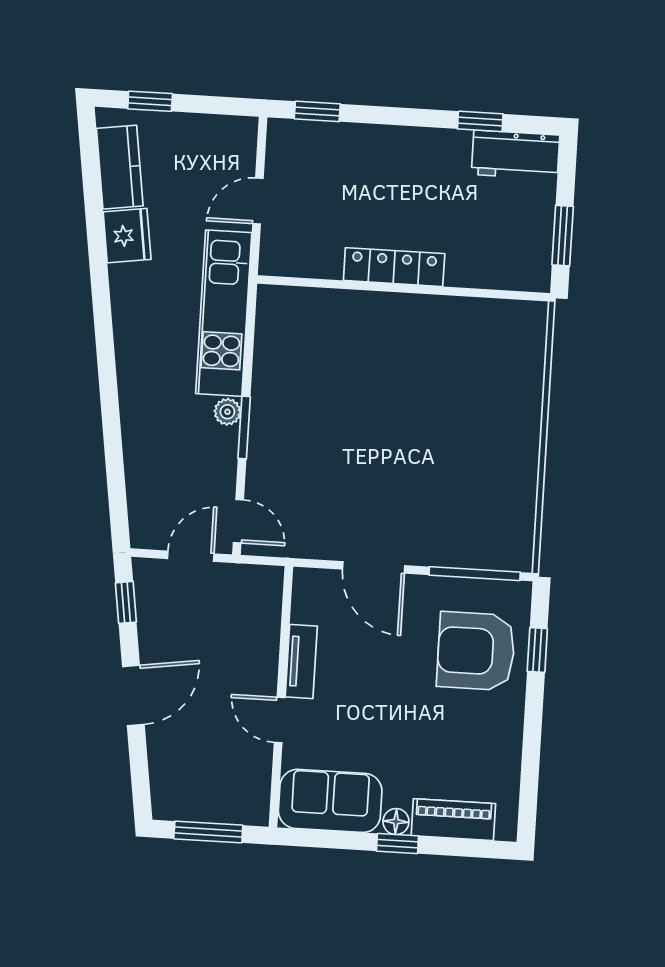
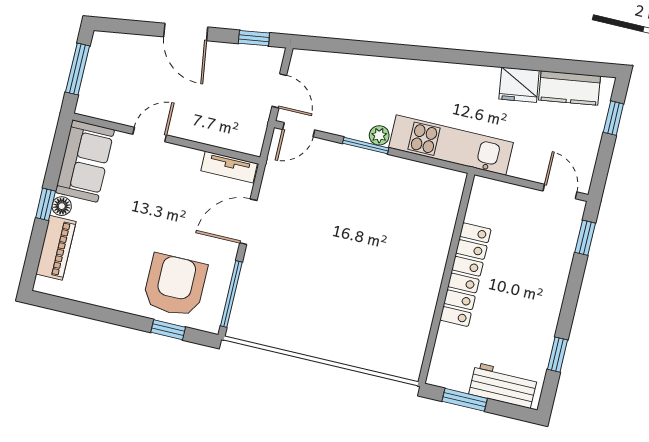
workbench: (515, 155) -> (503, 385), moved, turned 90
door: (258, 201) -> (560, 191), moved
locker: (394, 267) -> (465, 275), width x1.41, depth x1.21
tv unit: (301, 662) -> (229, 167), moved

